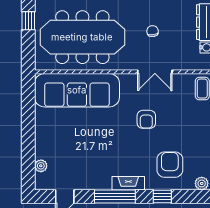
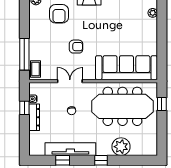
window: (28, 21) -> (162, 104), moved
armchair: (146, 119) -> (76, 47), turned 90

